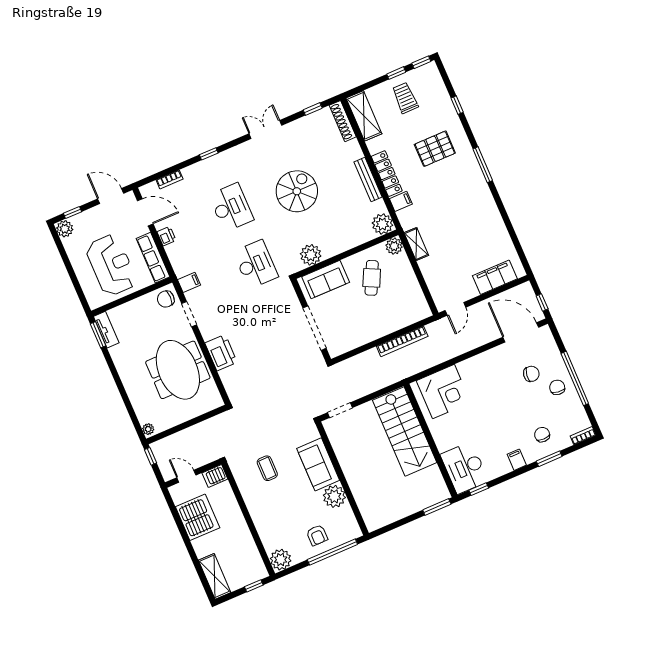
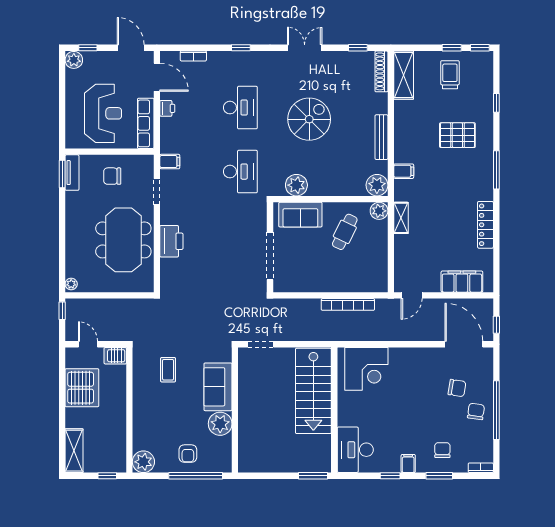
locker: (387, 174) -> (485, 225), moved, turned 180
chair: (166, 299) -> (112, 176), moved
window: (479, 489) -> (390, 476), moved

